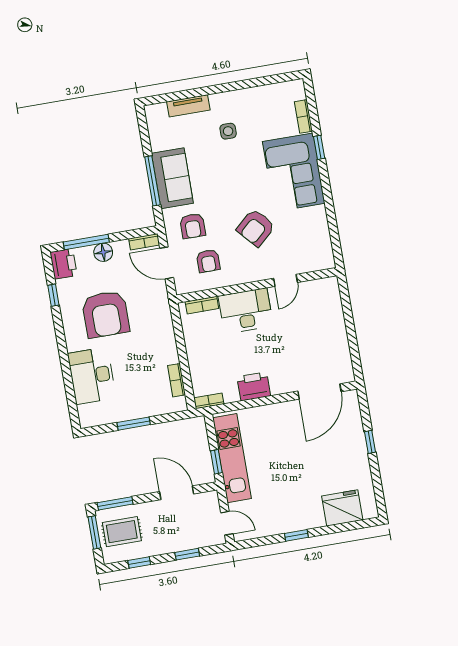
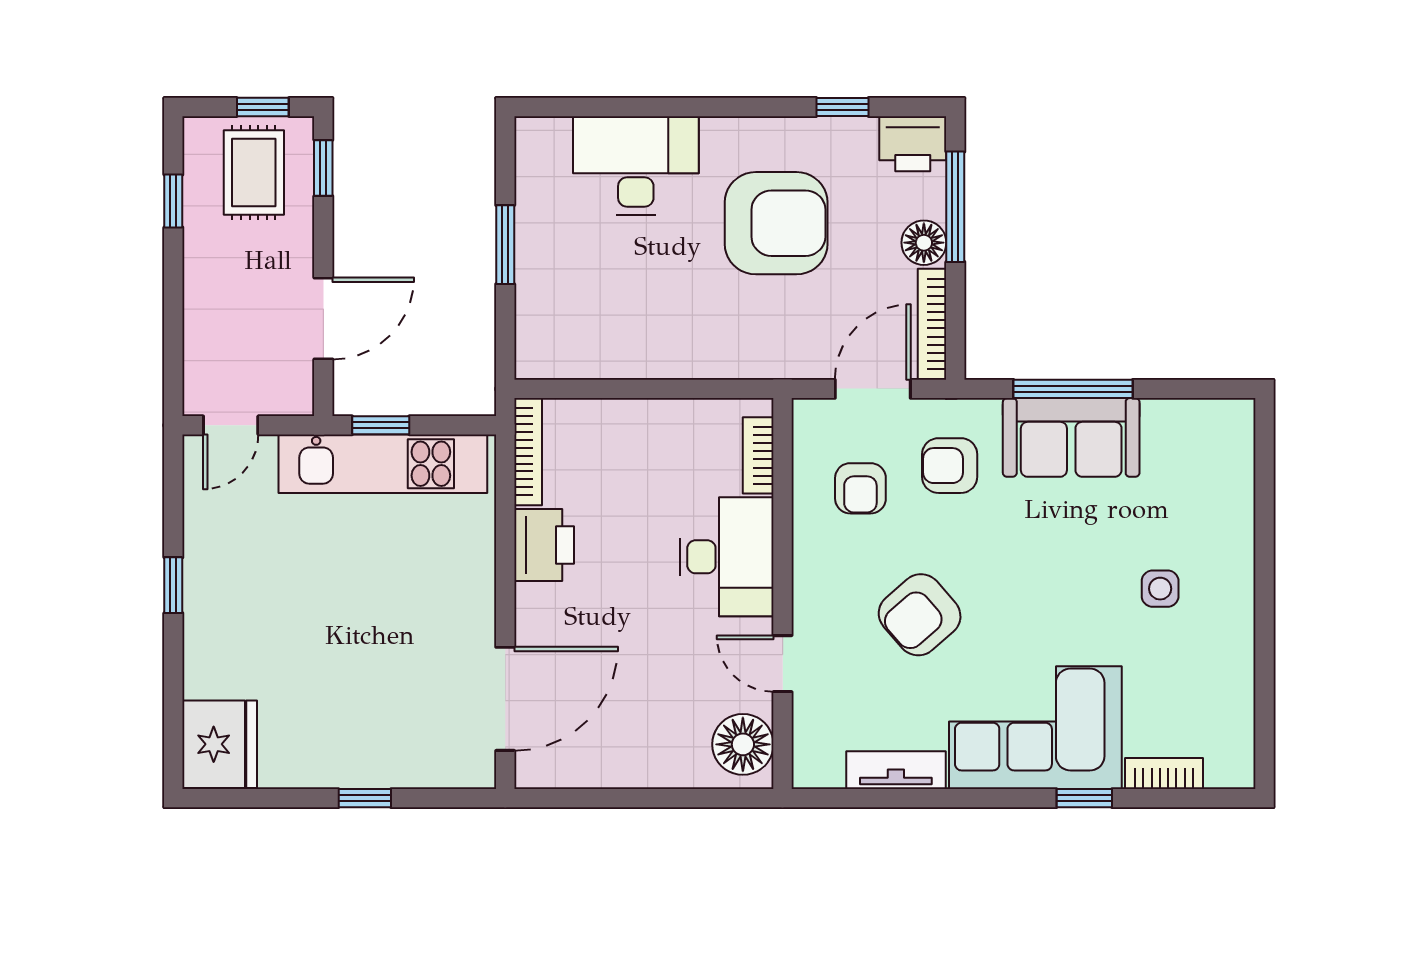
tv unit: (188, 106) -> (896, 770), moved, turned 90
armchair: (256, 228) -> (920, 615), turned -89
bookcase: (144, 242) -> (932, 324), width x1.56
armchair: (208, 261) -> (860, 488), turned -90
floor lamp: (321, 291) -> (743, 744), added
armchair: (106, 314) -> (776, 223), turned 180
bookcase: (177, 380) -> (591, 364), removed
door: (319, 391) -> (505, 699), swing flipped
bookcase: (209, 401) -> (528, 452), width x1.56
window: (115, 503) -> (323, 168), width x0.67
fridge: (342, 508) -> (220, 744), moved
window: (94, 532) -> (263, 107), width x0.67
window: (187, 554) -> (173, 318), removed

